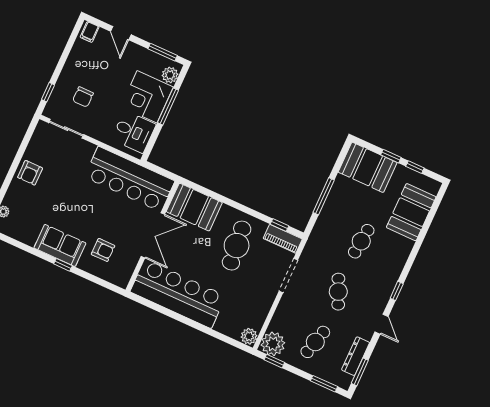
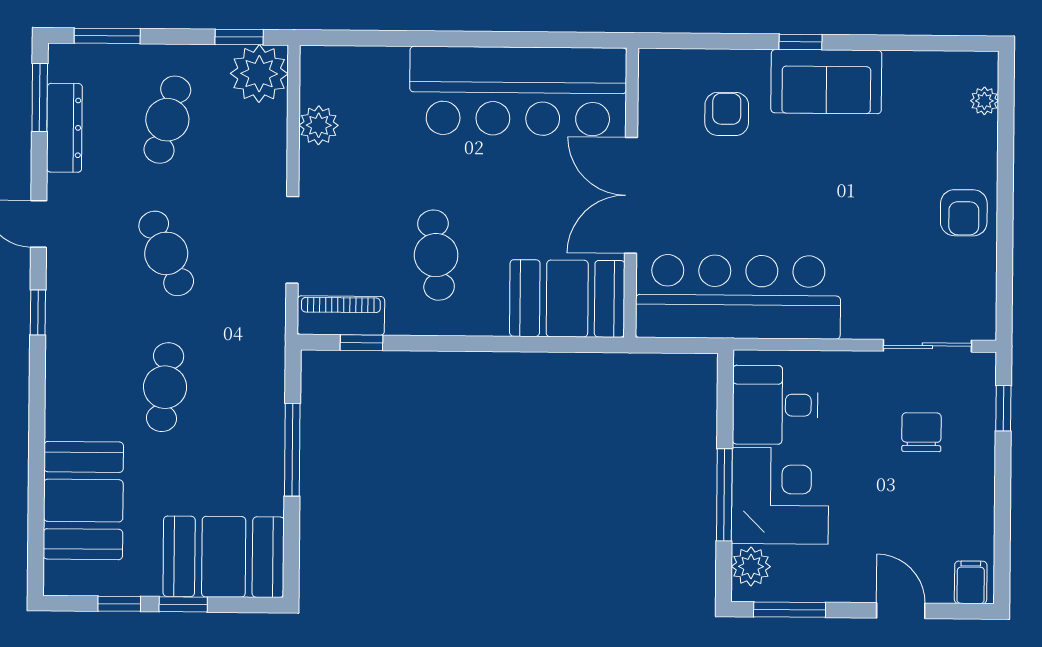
armchair: (30, 173) -> (964, 213), turned 180
cafe table: (237, 246) -> (436, 255), width x0.73, depth x0.74
armchair: (103, 250) -> (727, 114), turned 90
plant: (249, 336) -> (319, 125), moved

